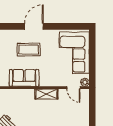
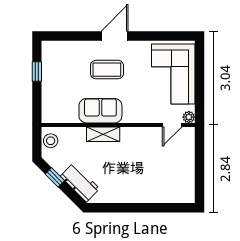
door: (73, 88) -> (172, 125), hinge flipped
shelving: (46, 94) -> (103, 134), moved

